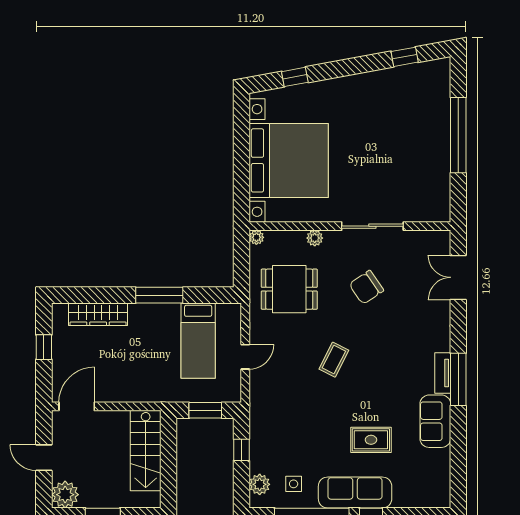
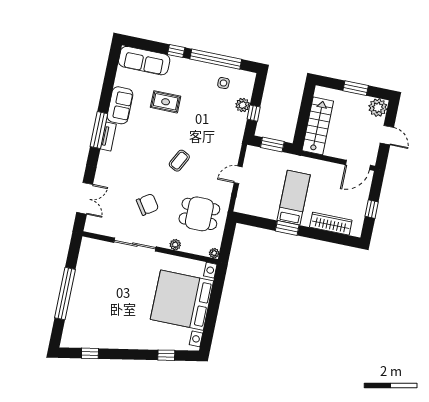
window: (159, 295) -> (287, 228), width x0.69
bed: (198, 341) -> (294, 198), moved
plant: (260, 484) -> (243, 105), moved
sofa: (355, 493) -> (144, 61), moved

